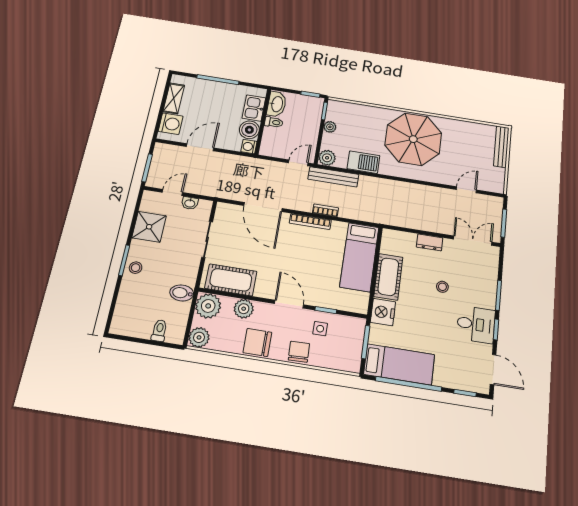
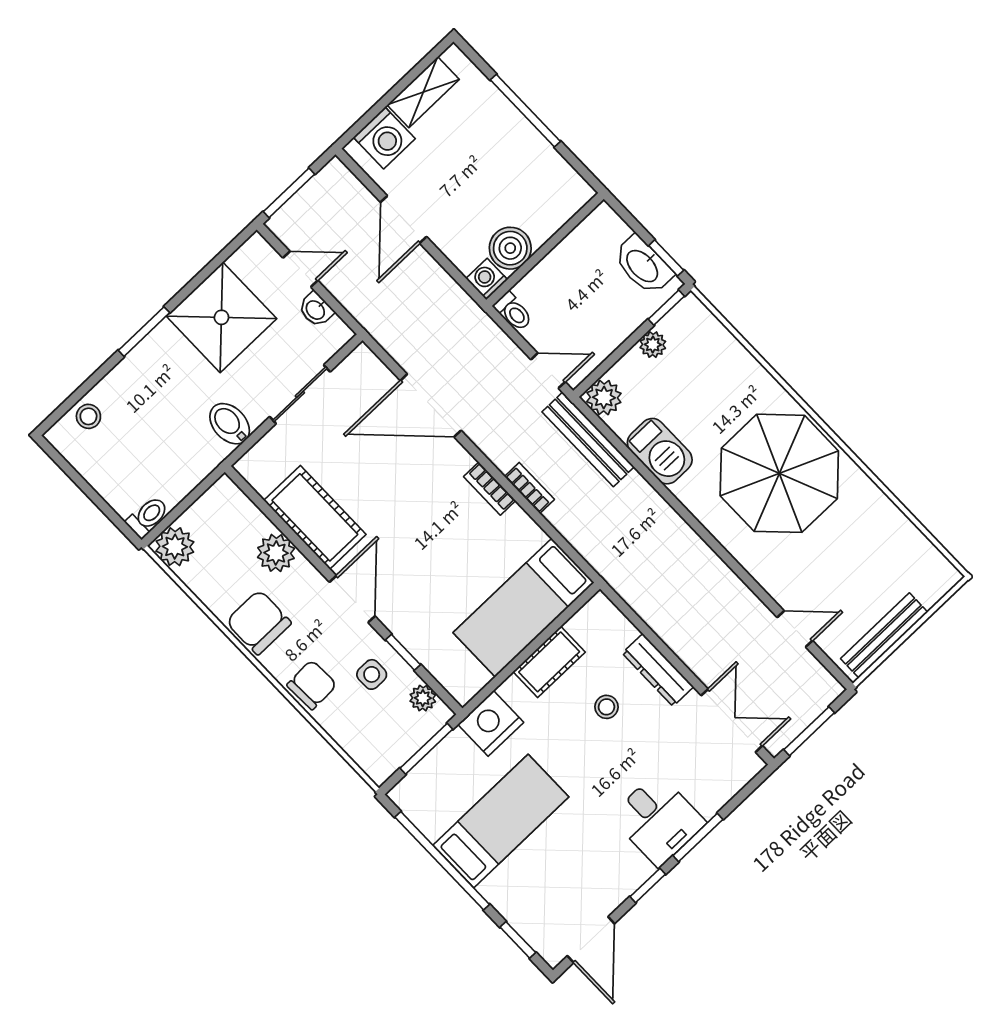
washbasin: (277, 104) -> (643, 265), moved, turned 90
kitchen sink: (254, 108) -> (548, 212), removed
toilet: (274, 122) -> (513, 312), moved
door: (200, 147) -> (404, 219), swing flipped
bench: (501, 147) -> (884, 635), moved
door: (263, 207) -> (431, 405), hinge flipped
bookcase: (310, 222) -> (490, 489), width x0.64
shower: (149, 227) -> (221, 317), width x1.37, depth x1.37
dresser: (430, 242) -> (658, 670), width x1.44
stool: (136, 268) -> (88, 416), moved
cot: (388, 277) -> (549, 662), width x0.73, depth x0.75
cot: (231, 280) -> (315, 517), moved
stool: (442, 287) -> (606, 707), moved
bidet: (182, 293) -> (230, 424), moved
plant: (208, 306) -> (423, 698), moved, width x0.53, depth x0.53
desk: (476, 324) -> (658, 820), moved
toilet: (159, 331) -> (148, 517), moved
bed: (399, 364) -> (501, 821), moved, turned -90

